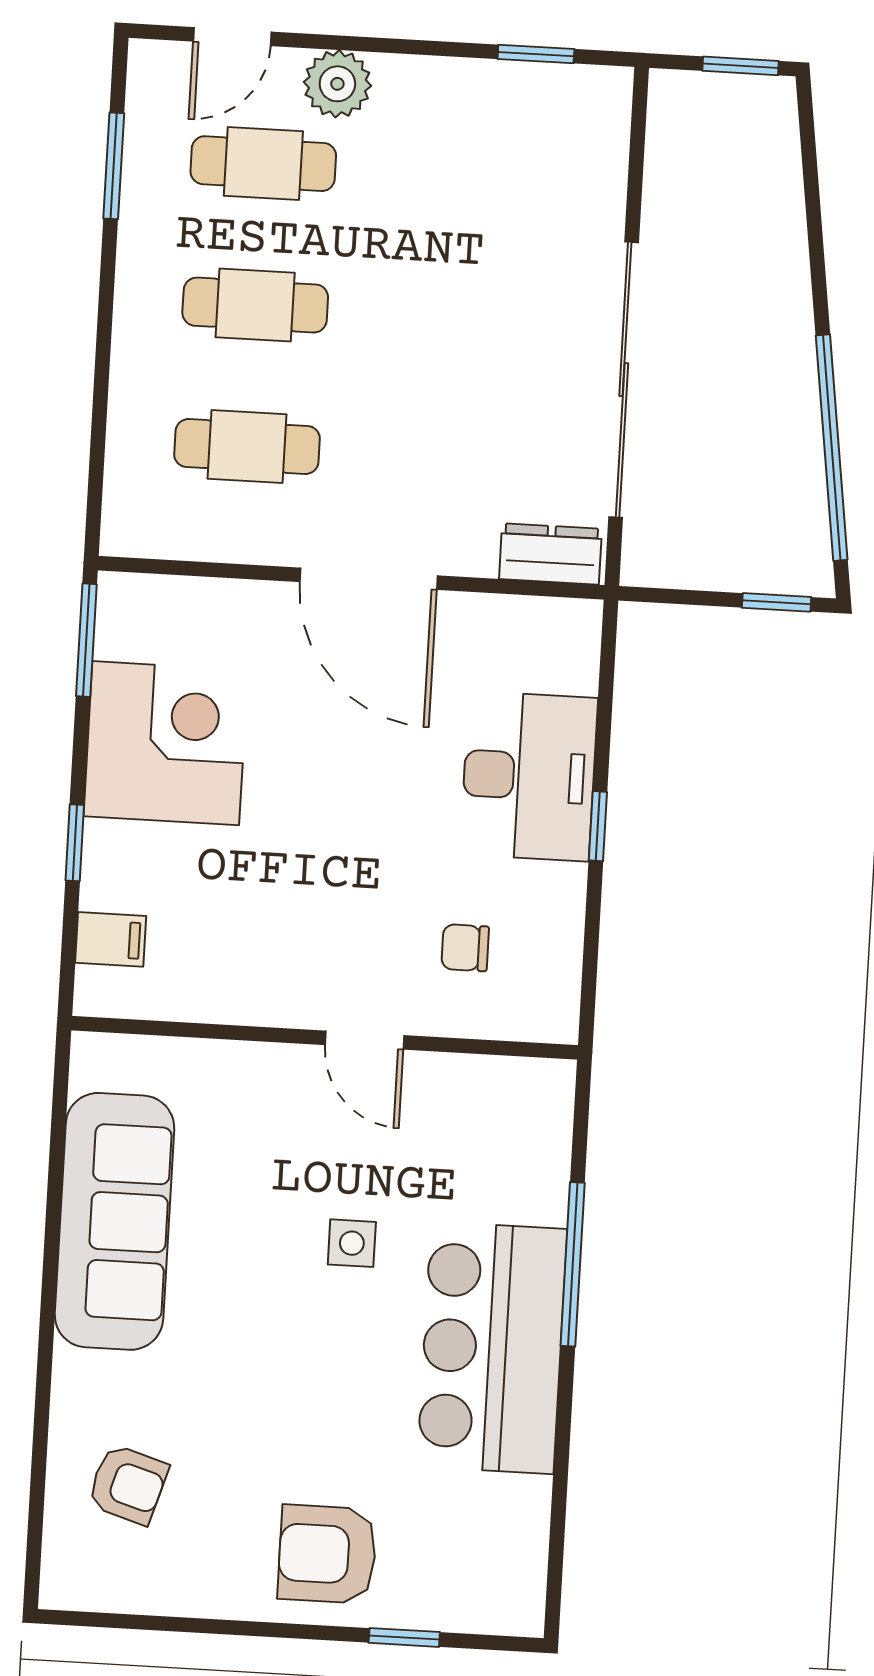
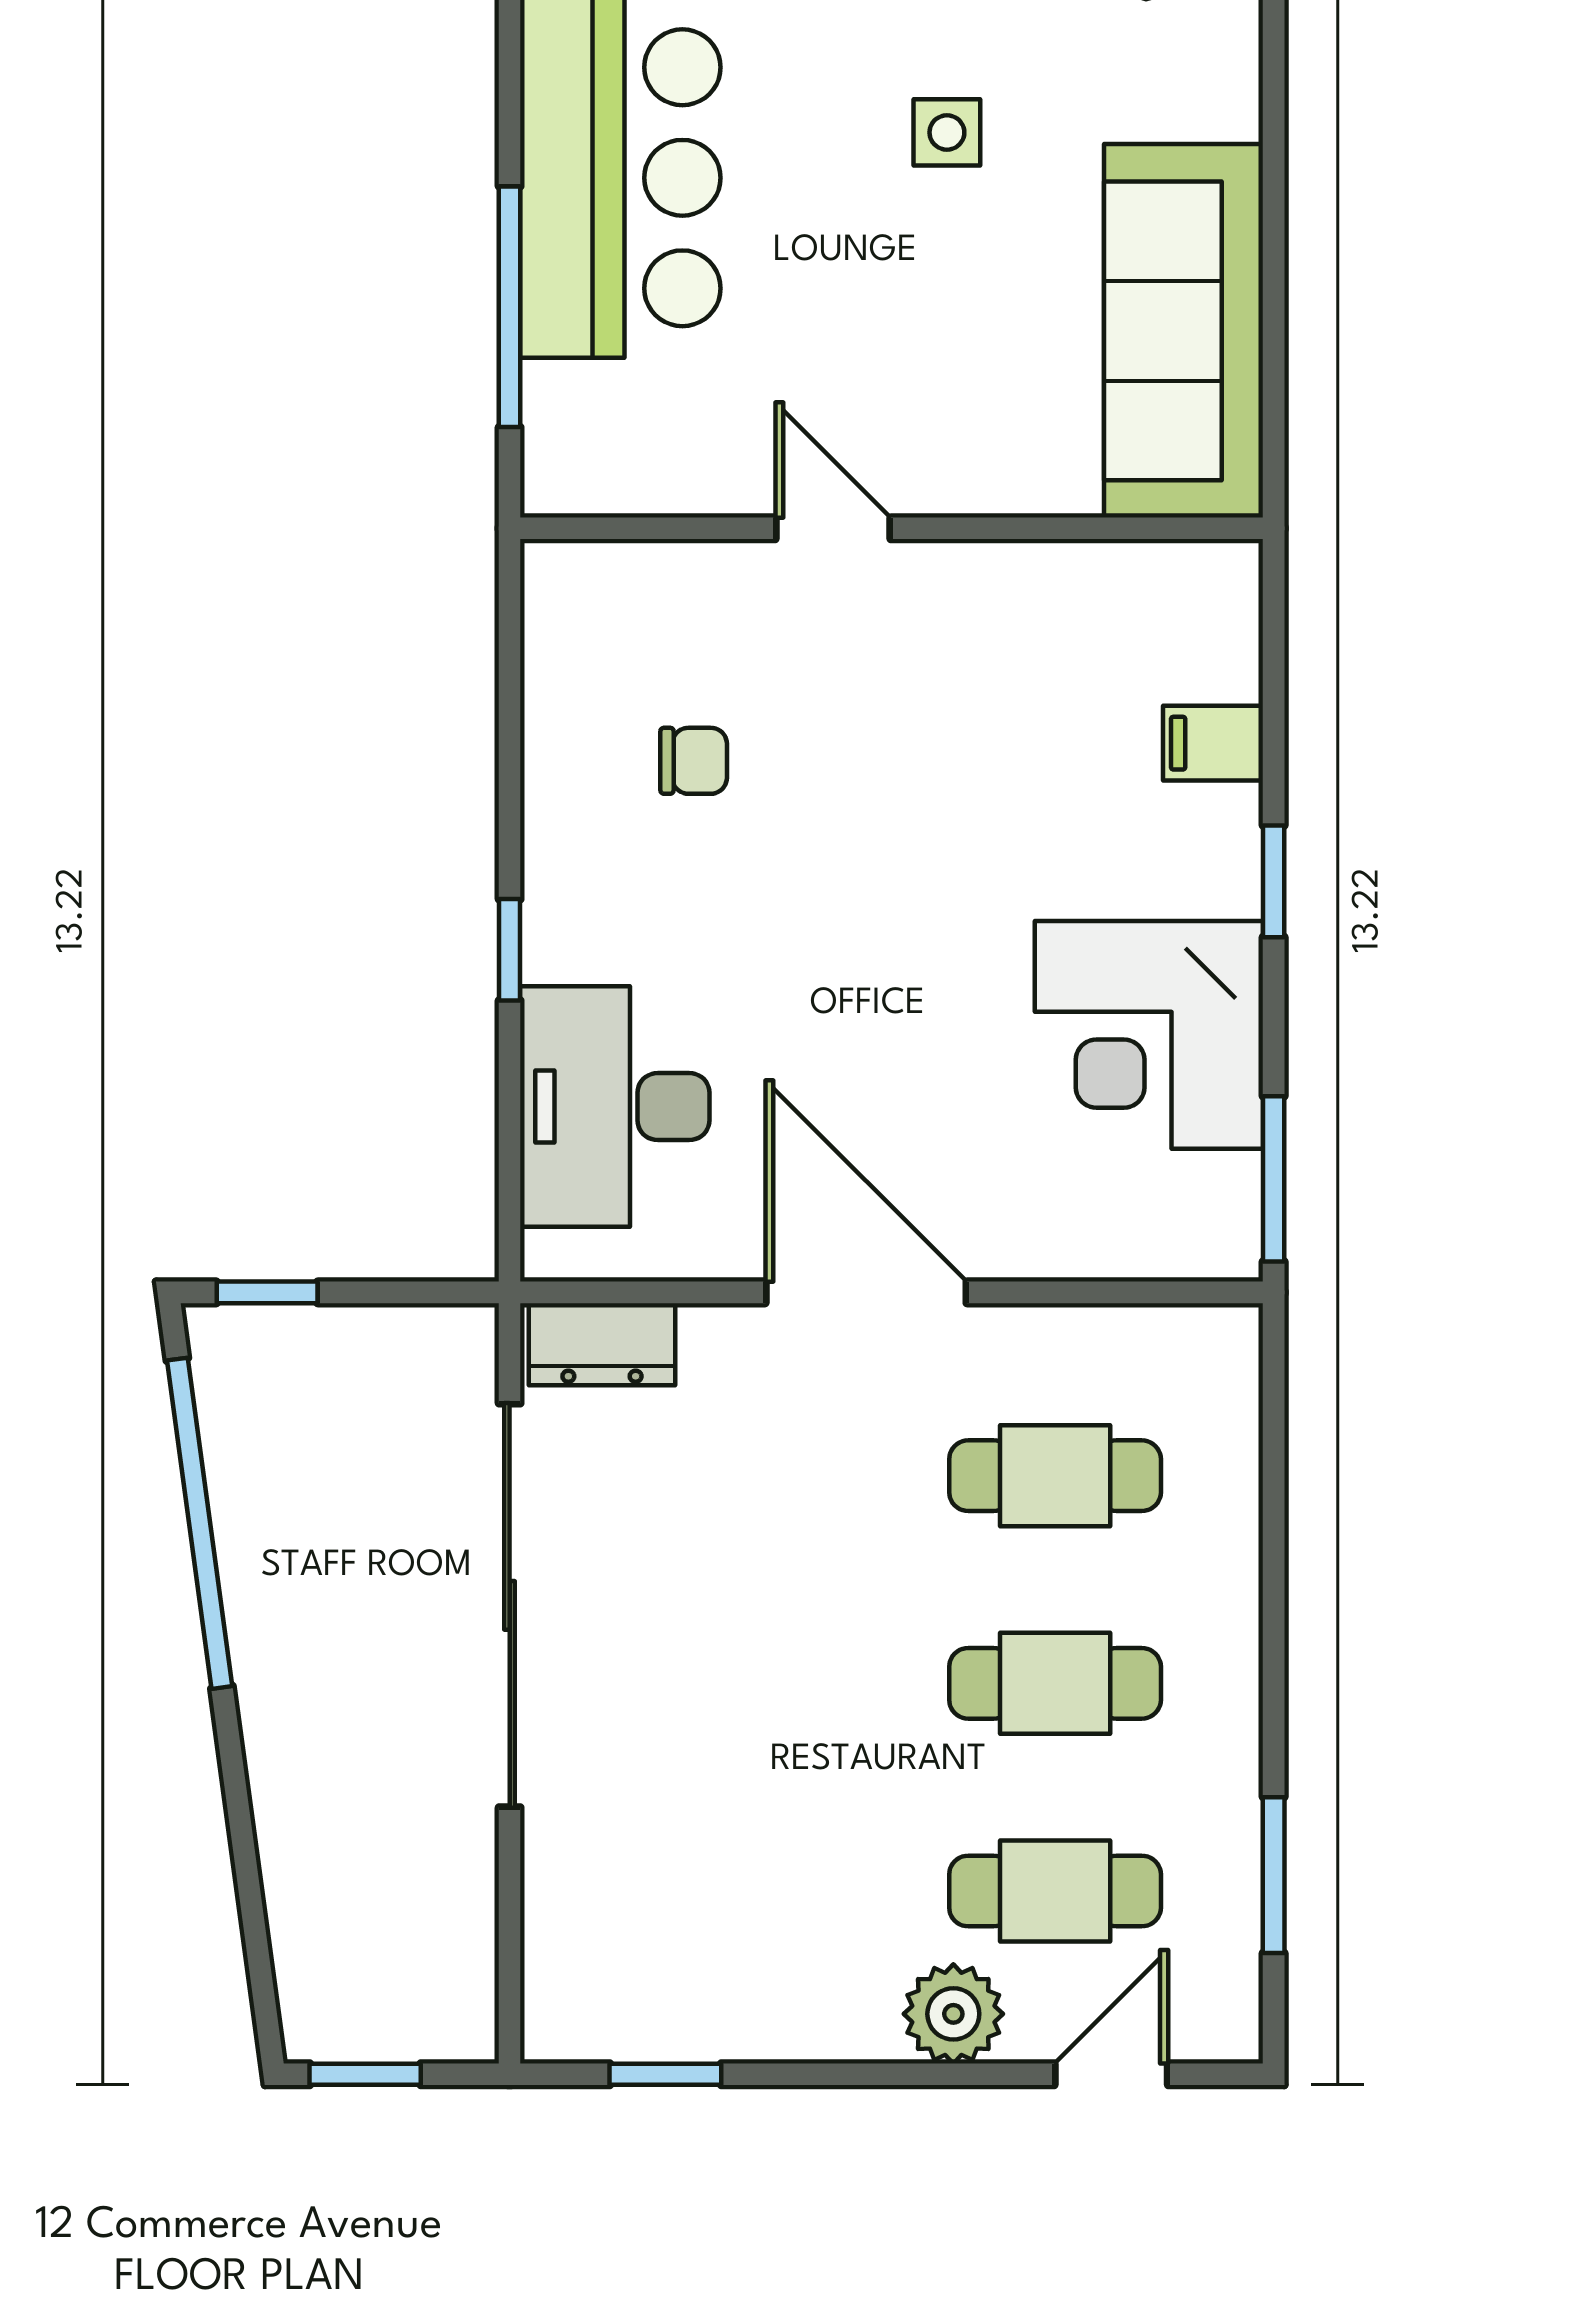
desk: (529, 776) -> (615, 1107), moved
wall: (325, 1038) -> (892, 528), moved
door: (365, 1040) -> (833, 528), moved
side table: (352, 1243) -> (947, 132), moved

